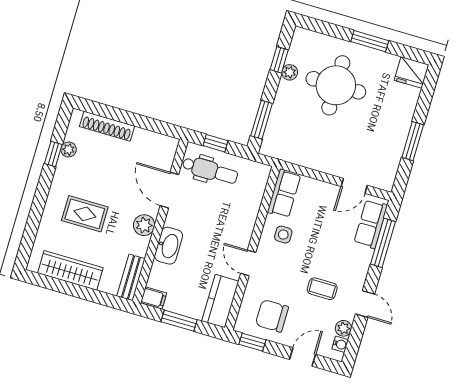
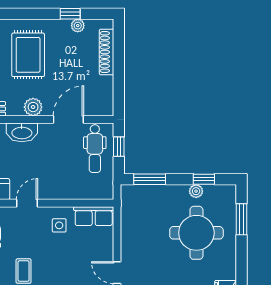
window: (370, 41) -> (242, 219), moved
rug: (85, 214) -> (28, 55), width x1.36, depth x1.43

